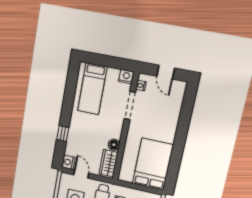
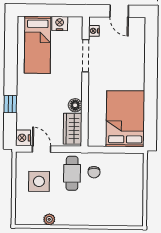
nightstand: (126, 77) -> (60, 24), moved

